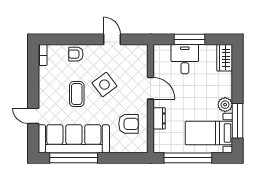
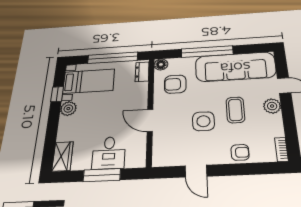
side table: (104, 85) -> (203, 121), turned 37
plant: (46, 96) -> (272, 106), added
dresser: (159, 118) -> (142, 72), moved
window: (238, 121) -> (57, 94), width x0.46
floor lamp: (142, 147) -> (161, 64), added
window: (74, 158) -> (207, 52), moved

